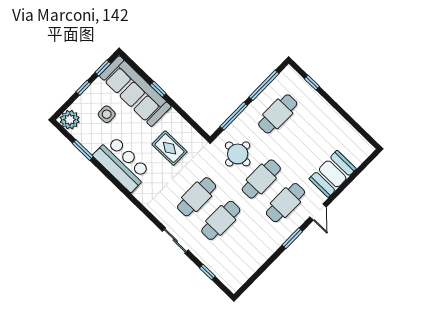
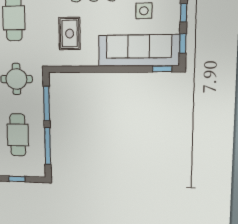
window: (158, 89) -> (162, 69), moved
rug: (169, 148) -> (70, 34), turned 90

